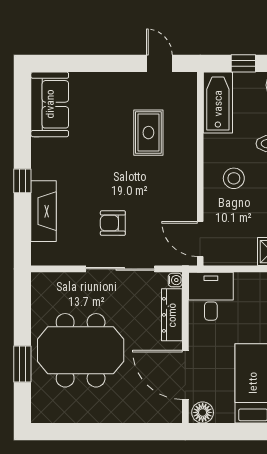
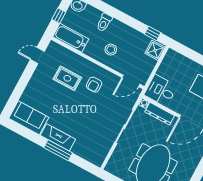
window: (22, 181) -> (58, 150), width x2.17
fireplace: (44, 211) -> (58, 137), moved
armchair: (113, 223) -> (94, 85), moved

